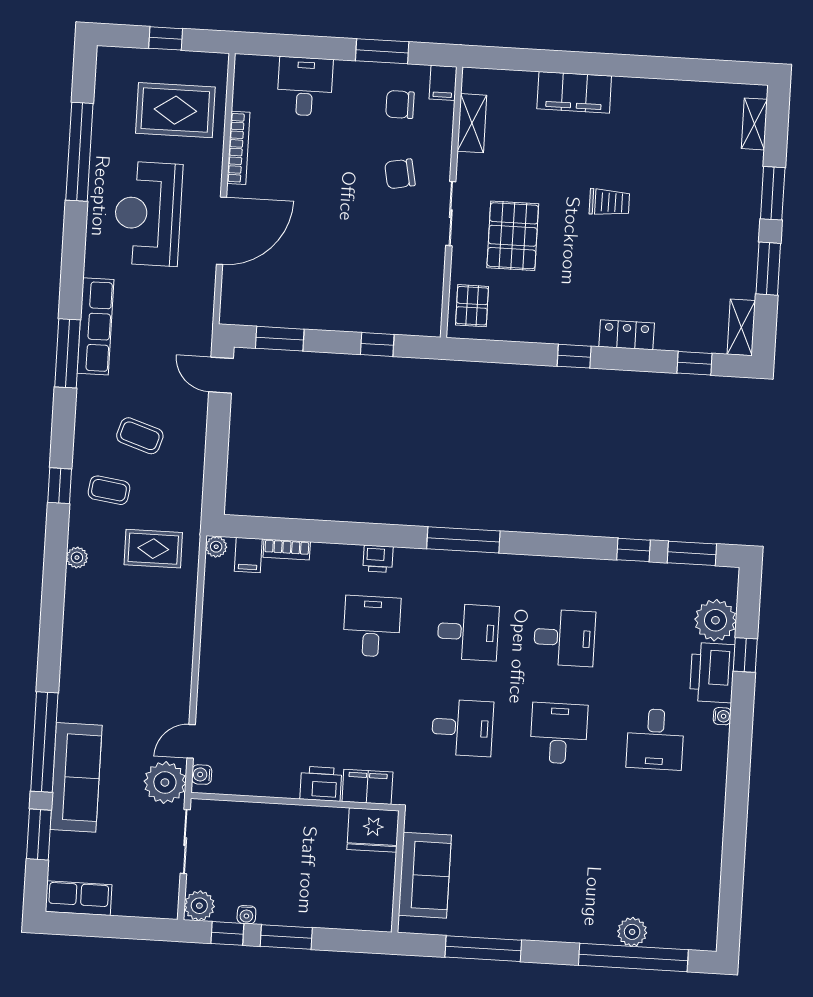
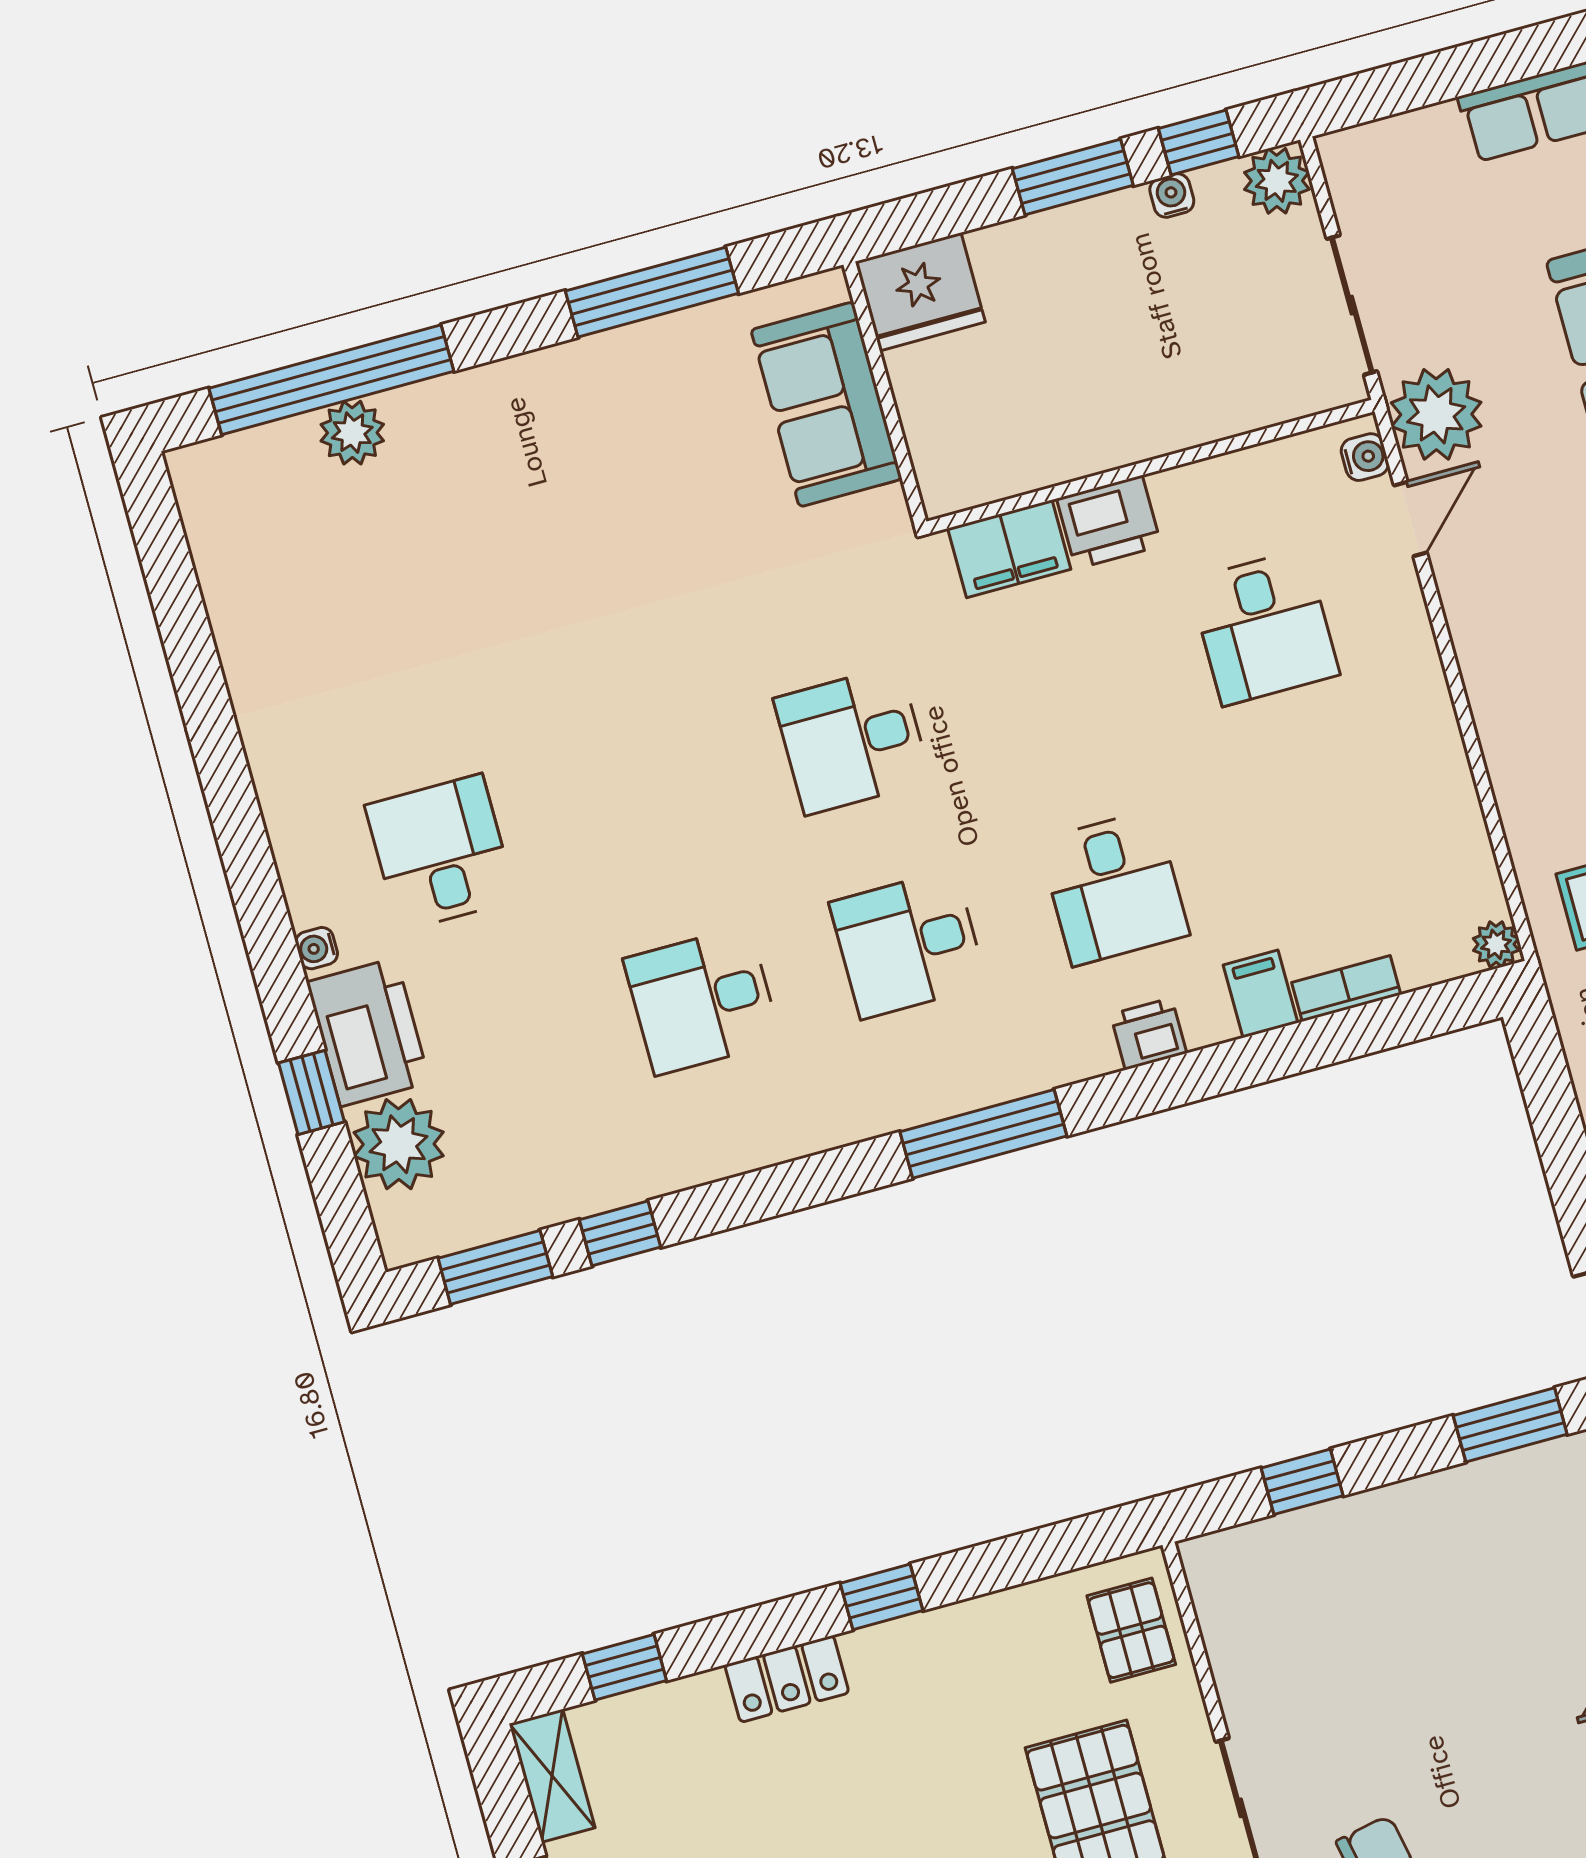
filing cabinet: (248, 555) -> (1260, 994), moved
desk: (559, 733) -> (1264, 627), moved
fridge: (373, 830) -> (920, 292), moved, turned 180

